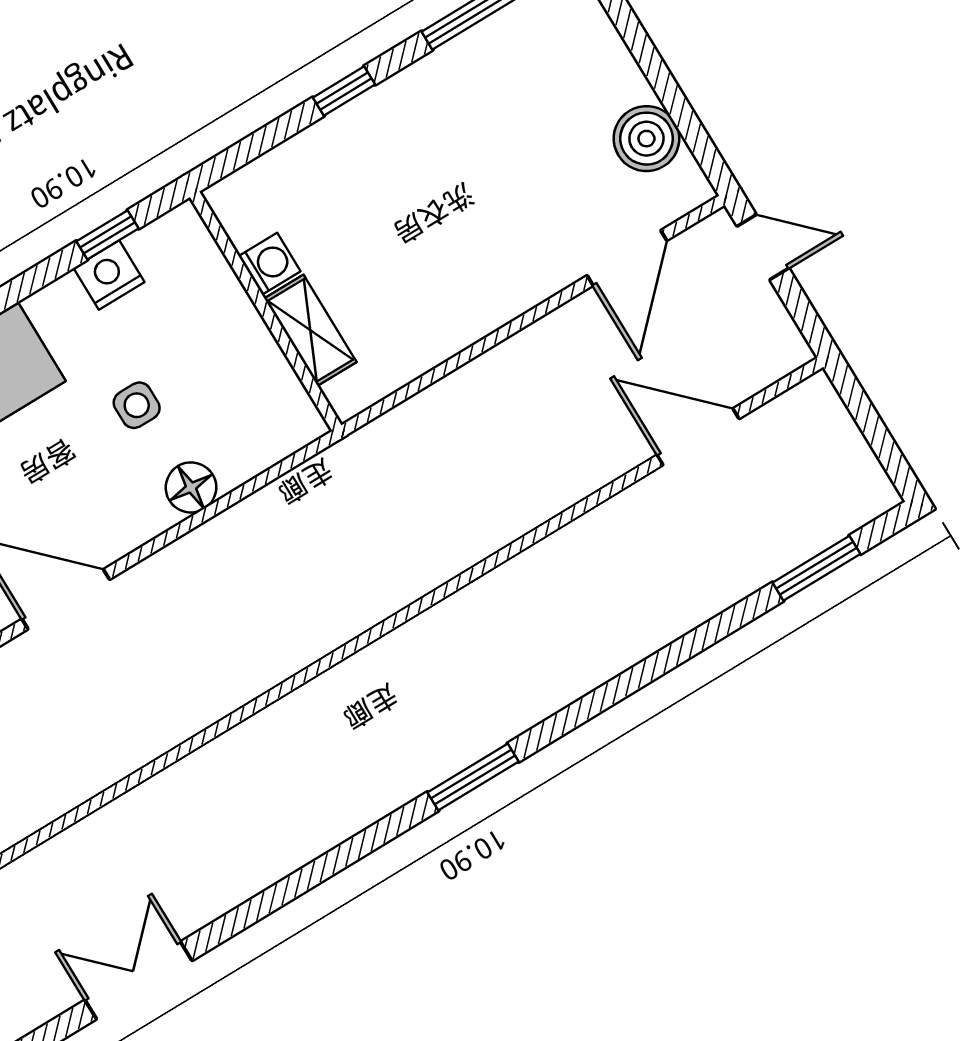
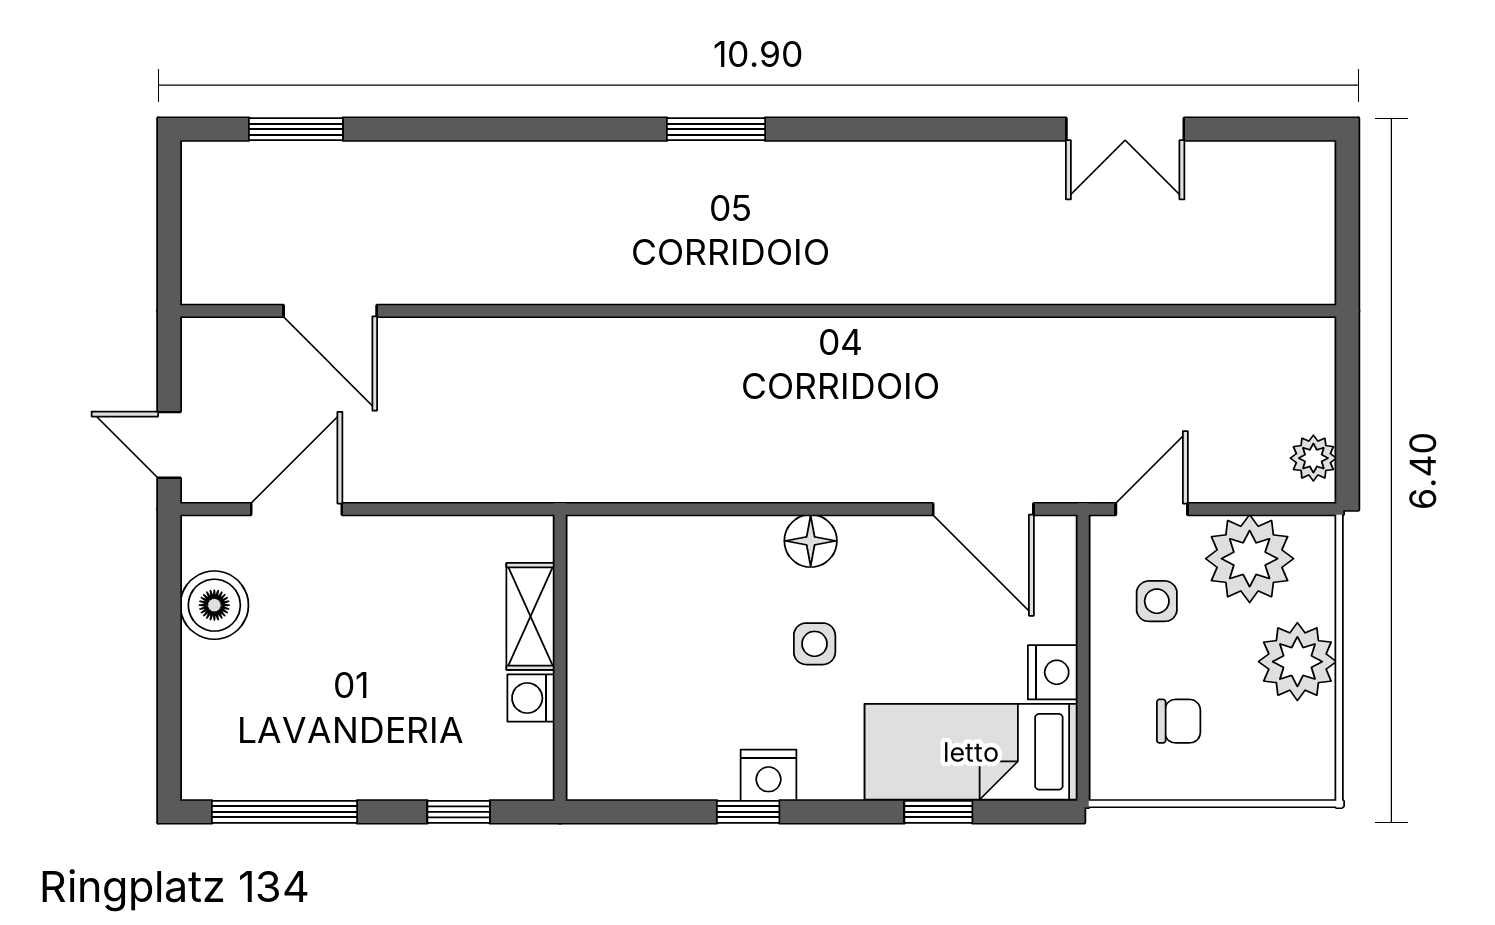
washing machine: (269, 264) -> (531, 698), moved
wall: (266, 311) -> (560, 658), moved
shelving: (310, 330) -> (531, 616), moved

